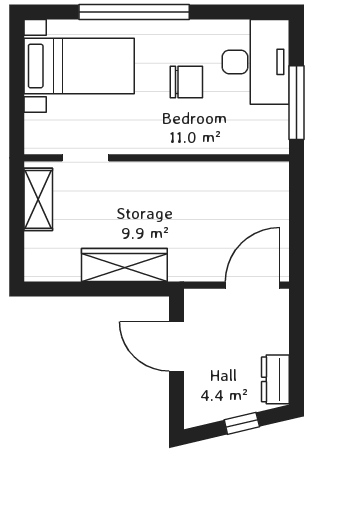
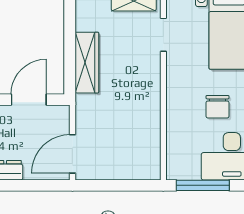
door: (252, 285) -> (72, 154), swing flipped

